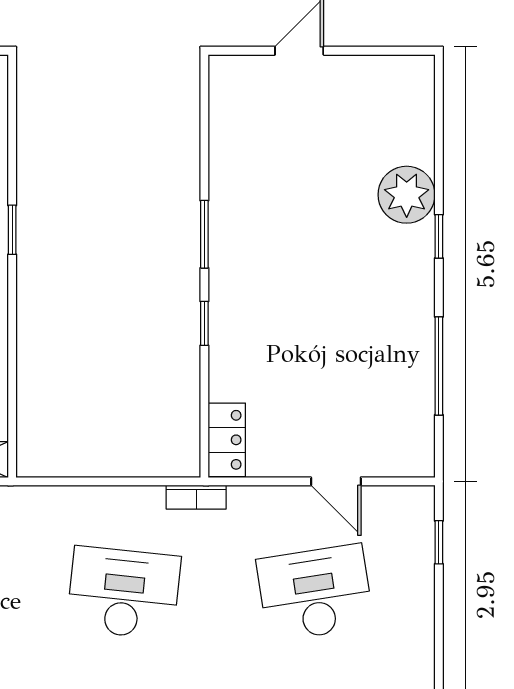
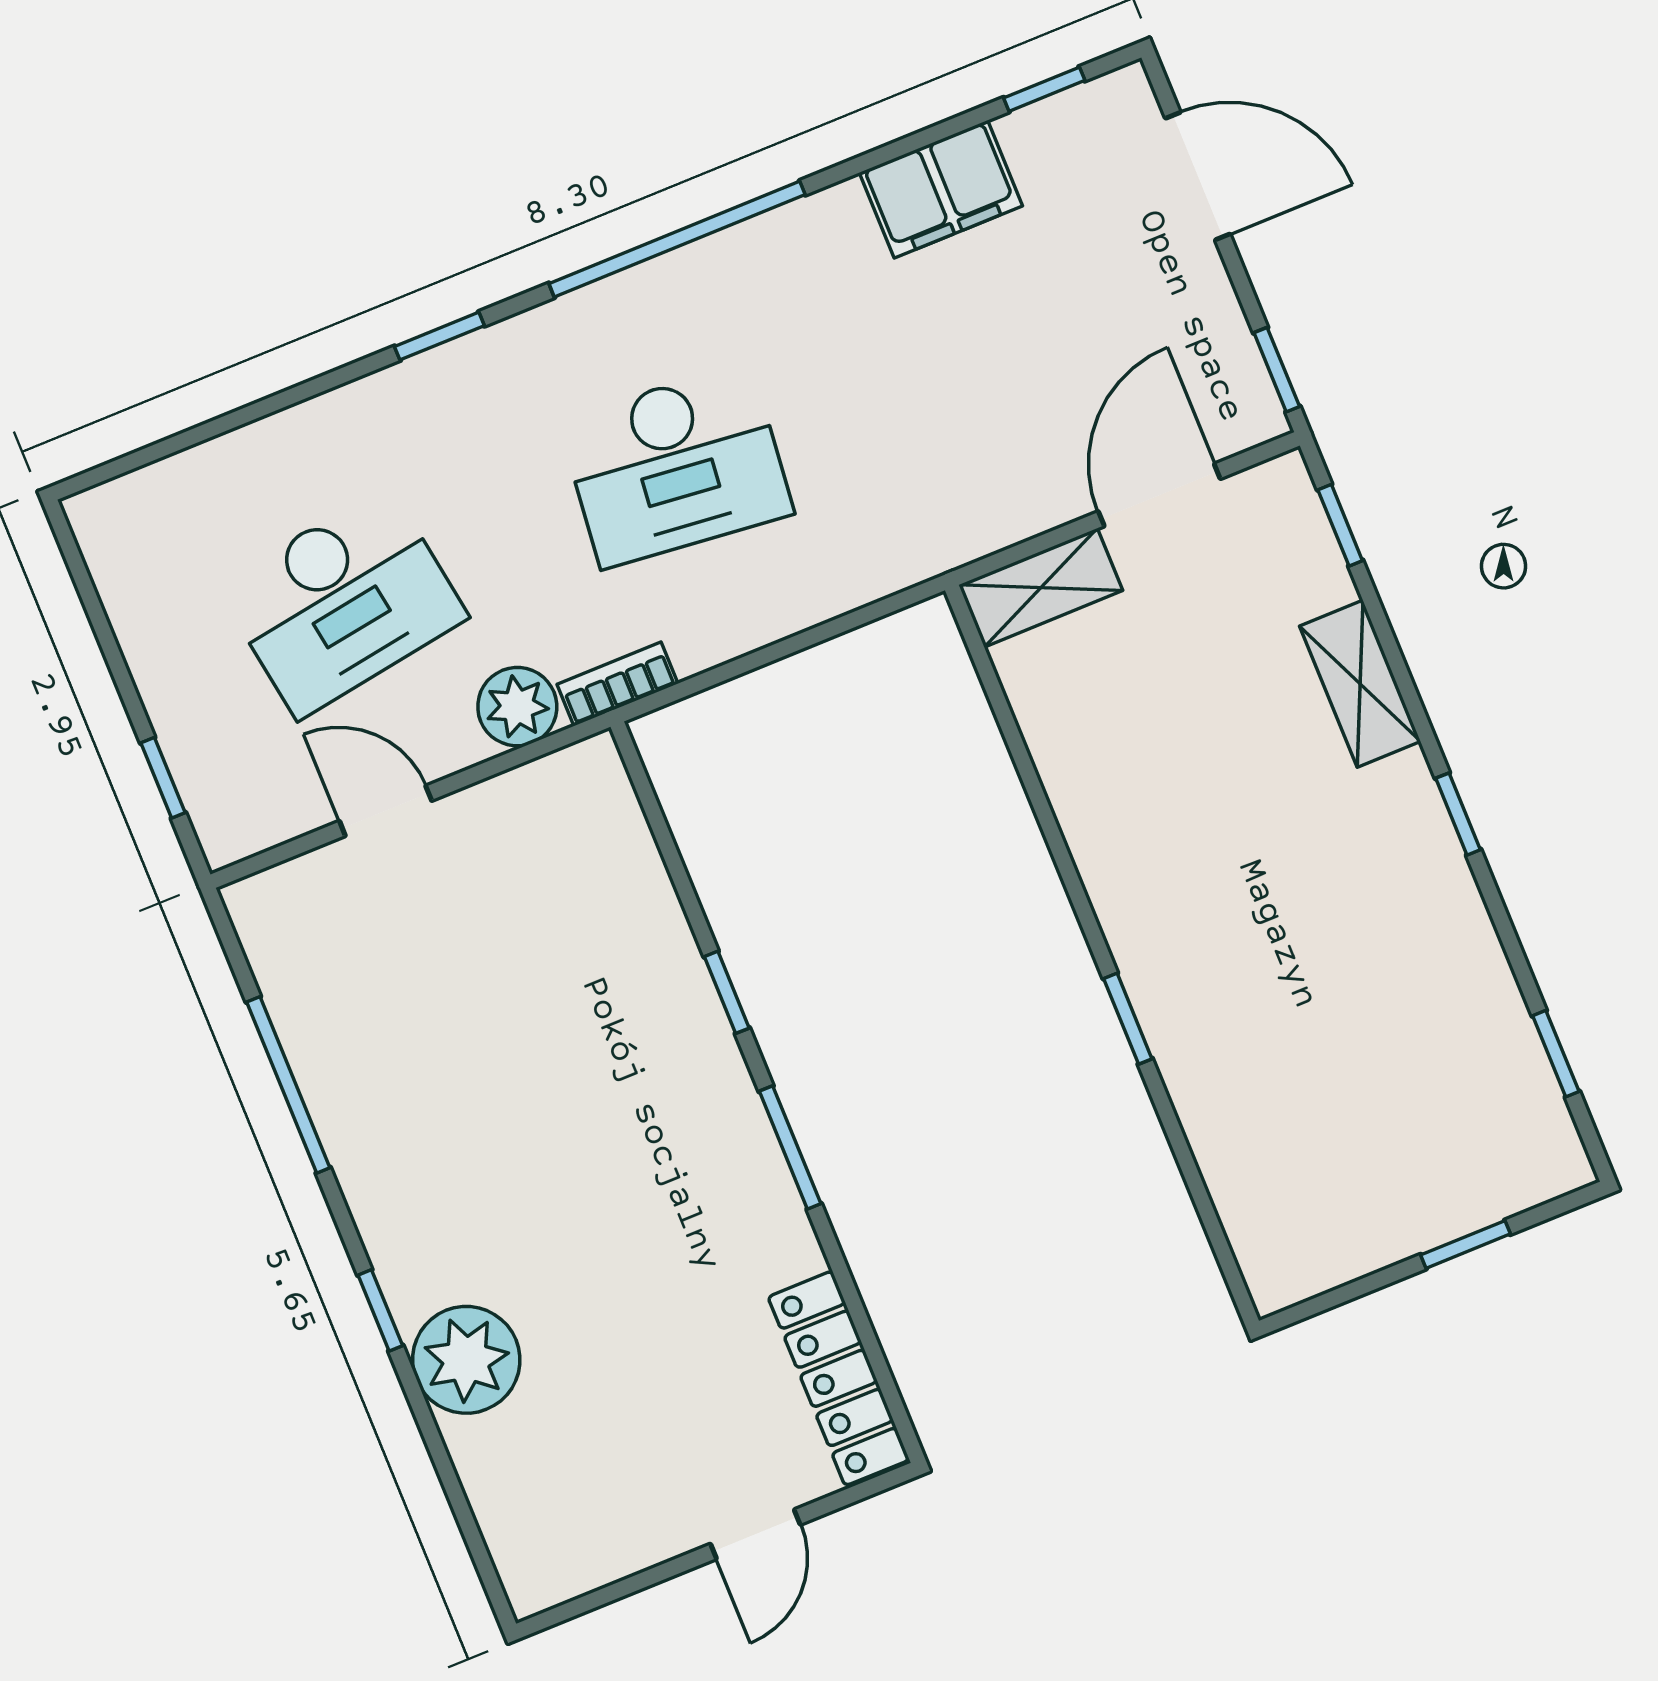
locker: (227, 440) -> (839, 1378), moved, width x1.53
plant: (250, 506) -> (517, 707), added

